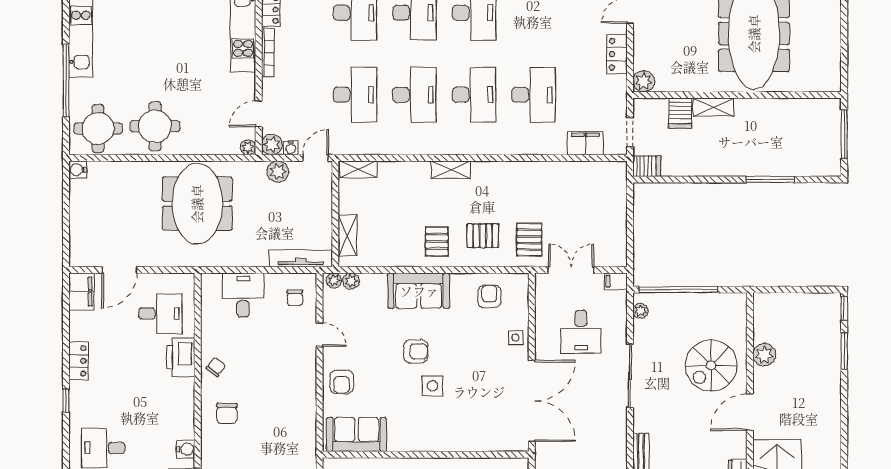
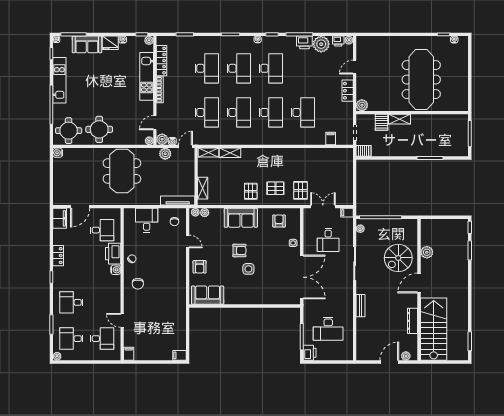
filing cabinet: (585, 143) -> (331, 138), width x0.50
shelving: (451, 170) -> (230, 153), moved
water cooler: (186, 449) -> (116, 270), moved

